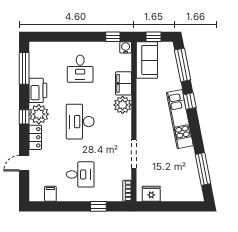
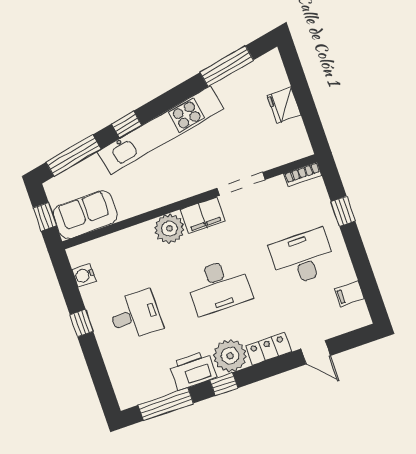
window: (113, 37) -> (82, 323), moved
water cooler: (126, 47) -> (84, 275), moved
filing cabinet: (124, 83) -> (203, 215), moved
window: (24, 117) -> (224, 384), moved
kitchen unit: (180, 119) -> (160, 130), width x1.36
desk: (80, 174) -> (303, 257), width x1.37
fridge: (151, 194) -> (284, 105), moved

